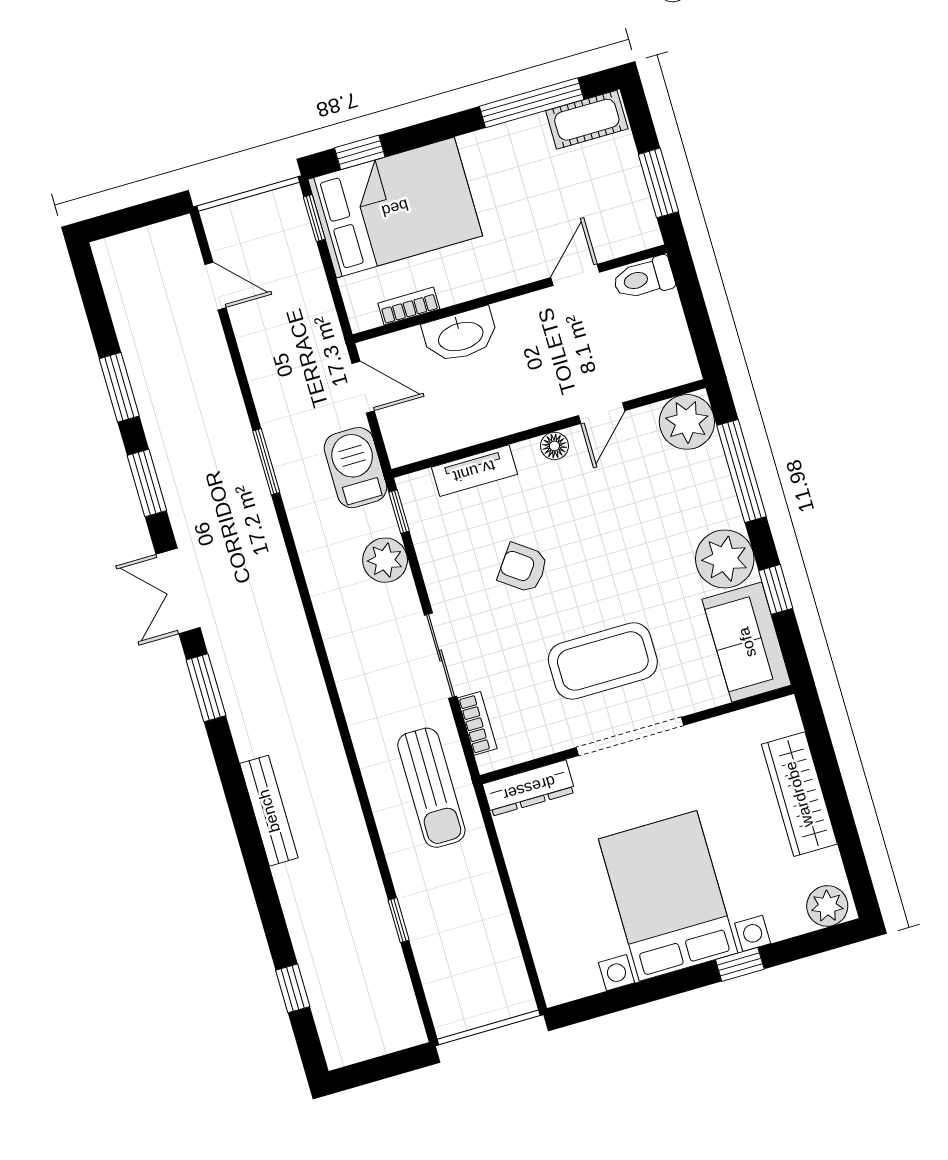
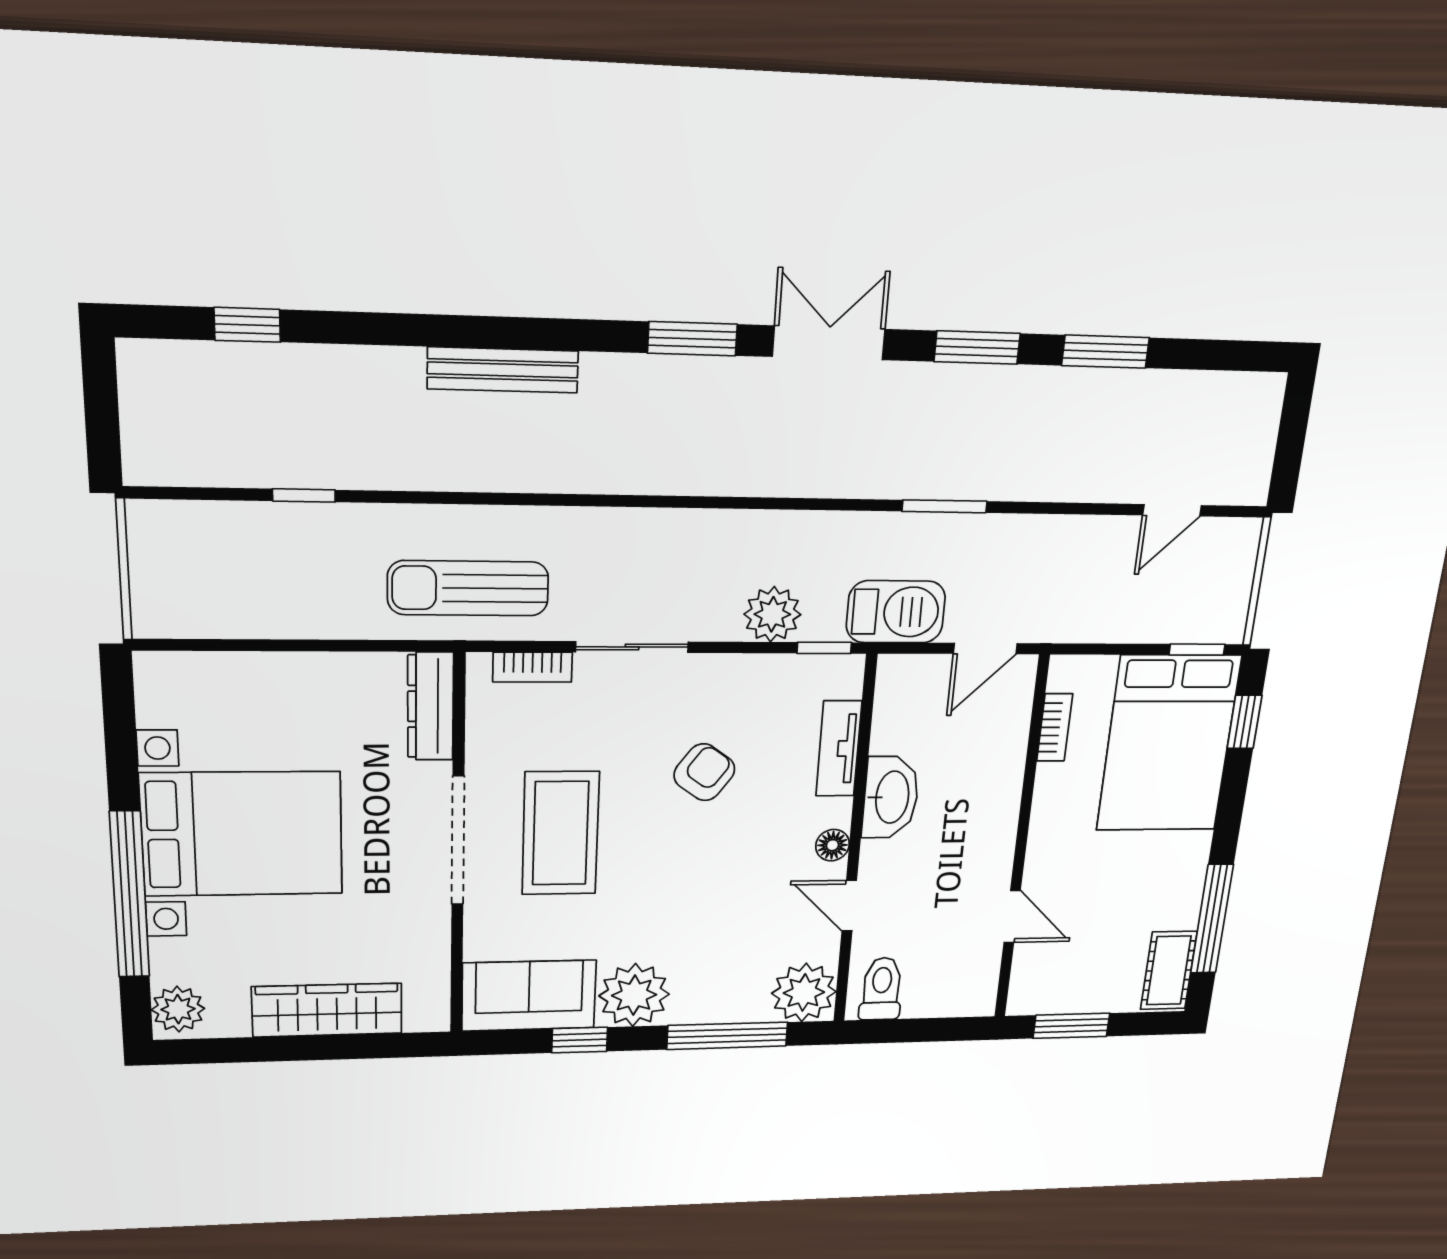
toilet: (644, 278) -> (881, 989), moved
washbasin: (460, 335) -> (891, 797), moved, turned 180
window: (740, 964) -> (130, 895), width x3.17

